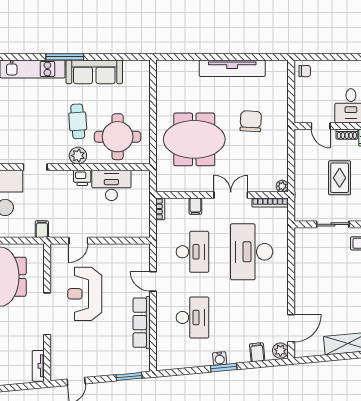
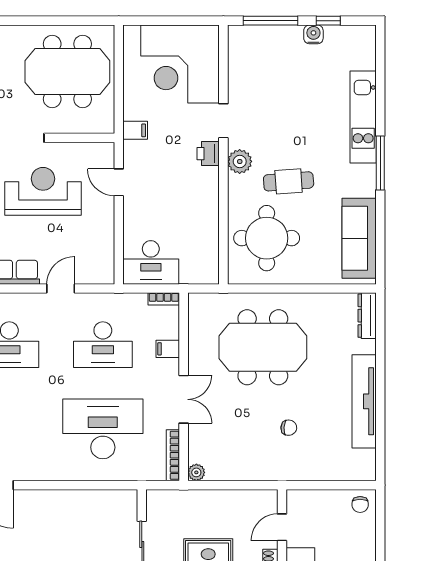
dresser: (172, 66) -> (367, 316), added
sofa: (94, 72) -> (359, 238), moved
chair: (251, 121) -> (289, 428), width x0.54, depth x0.54
meeting table: (194, 139) -> (263, 347), turned 90
plant: (78, 156) -> (240, 161), moved
printer: (82, 178) -> (208, 154), moved
desk: (111, 185) -> (151, 262), moved, turned 90

